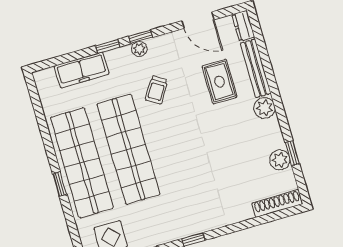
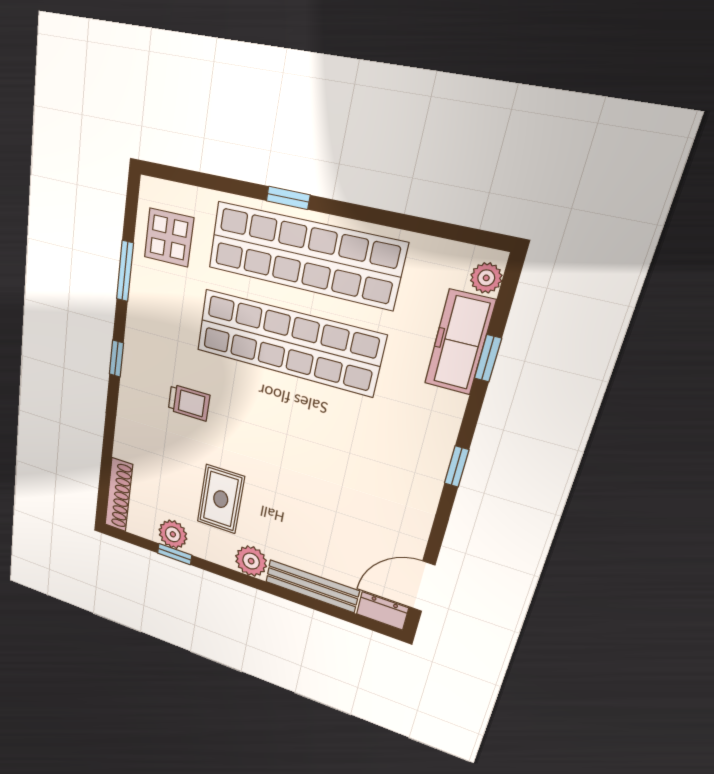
door: (198, 20) -> (422, 586), moved
window: (108, 46) -> (488, 358), moved
plant: (139, 49) -> (486, 278), moved
rug: (219, 82) -> (221, 499), moved, turned 90
trolley: (157, 90) -> (189, 403), moved, turned 149

